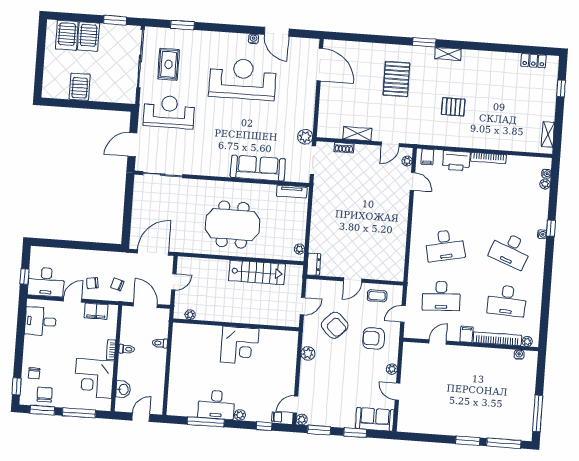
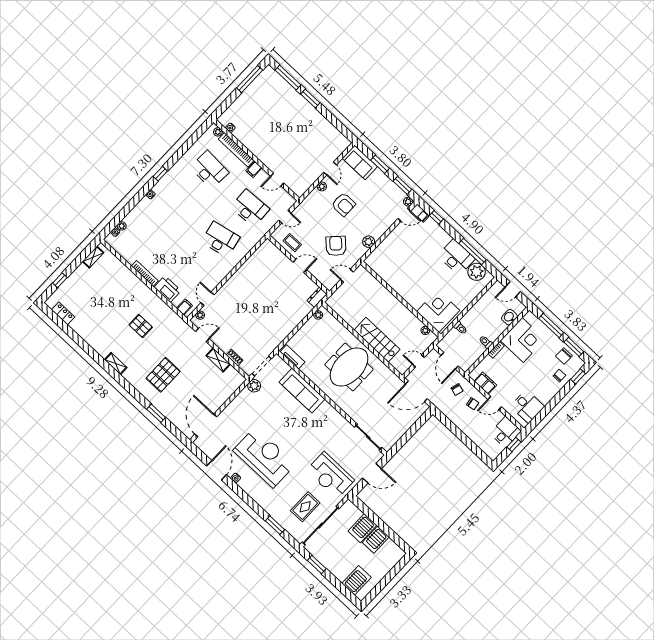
server rack: (88, 37) -> (362, 528), moved, turned 180
window: (424, 42) -> (156, 413), moved
reception desk: (243, 79) -> (264, 457), turned 180
meeting table: (233, 225) -> (349, 367), turned 90
window: (551, 228) -> (160, 174), moved
desk: (510, 250) -> (180, 201), removed
stairs: (257, 272) -> (377, 340), moved
desk: (46, 282) -> (506, 432), width x0.73
armchair: (374, 338) -> (343, 204), moved
corner desk: (240, 345) -> (438, 311), moved
plant: (240, 415) -> (477, 272), moved, width x1.88, depth x1.88

